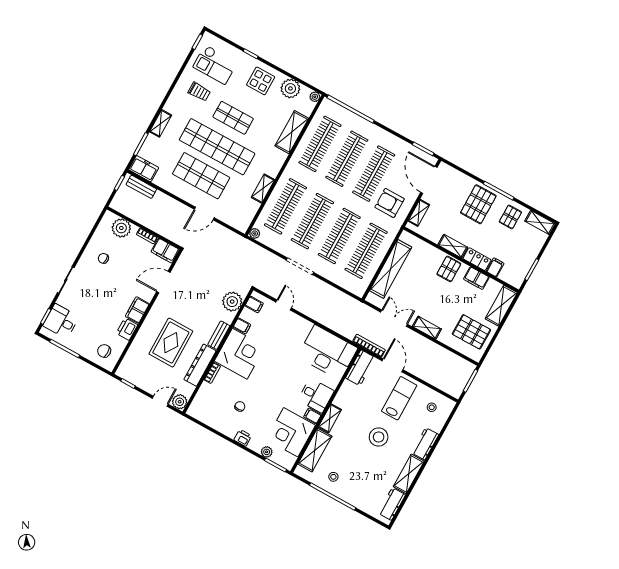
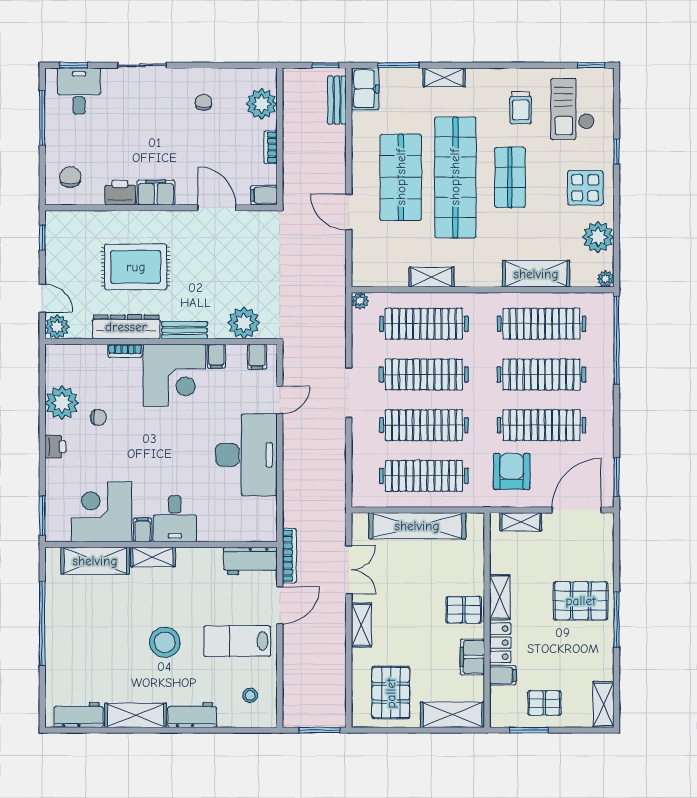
pallet: (510, 217) -> (544, 703), moved
filing cabinet: (165, 251) -> (264, 195), width x0.50
desk: (327, 352) -> (246, 455), moved
lab bench: (399, 398) -> (237, 641), turned 180
plant: (267, 452) -> (62, 403), moved, width x1.87, depth x1.87
stool: (333, 477) -> (71, 609), removed

